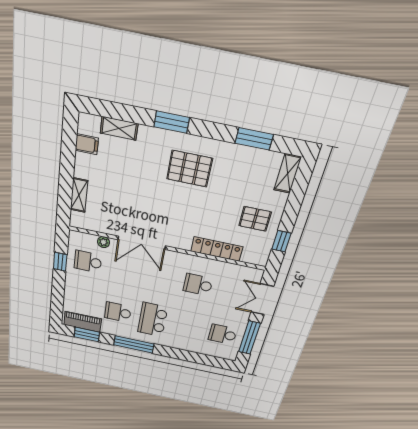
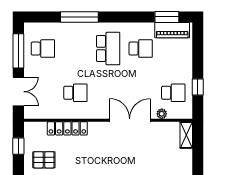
shelving: (79, 195) -> (186, 135), moved
window: (134, 344) -> (79, 17), moved

